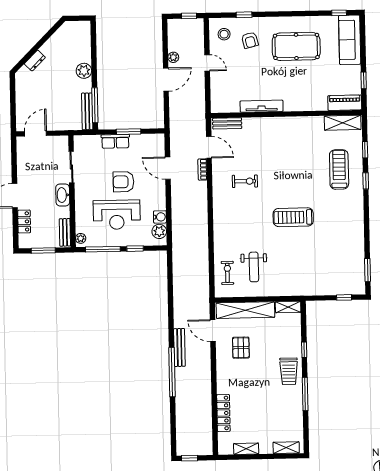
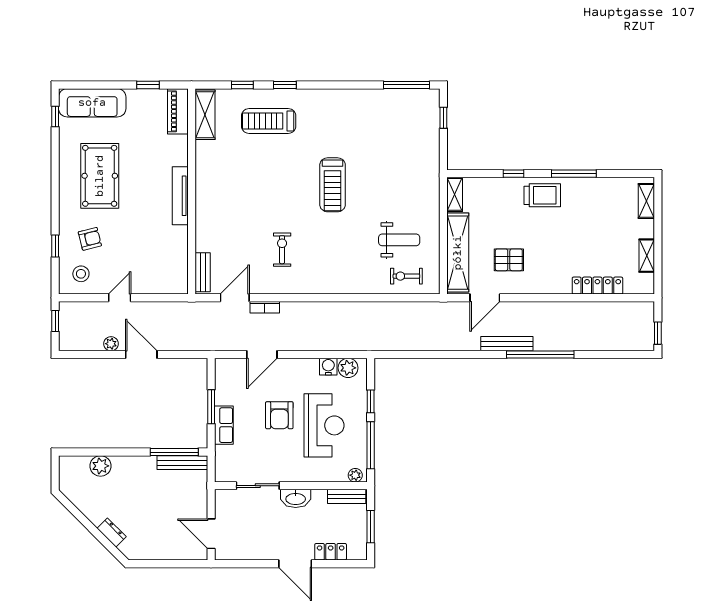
plant: (84, 71) -> (100, 466), moved
tv unit: (262, 106) -> (180, 196), moved
window: (368, 270) -> (406, 85), width x1.44

